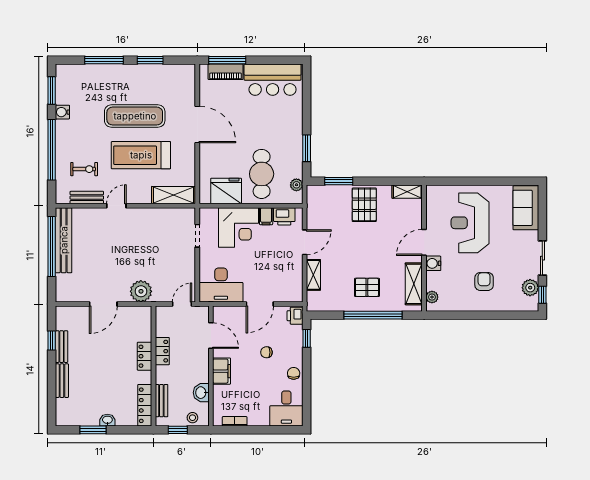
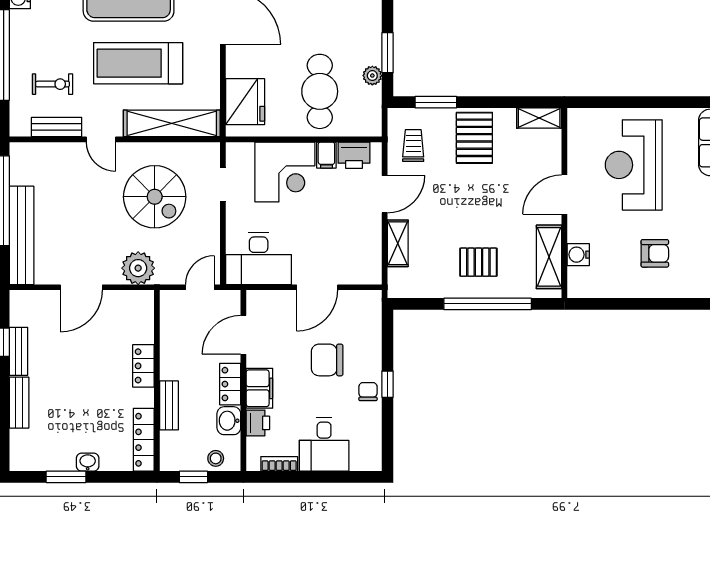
plant: (296, 185) -> (372, 76), moved
fridge: (226, 191) -> (245, 102), moved, turned 90
shelving: (174, 195) -> (172, 123), width x1.47
door: (116, 206) -> (101, 139), swing flipped
trolley: (324, 210) -> (413, 146), added
bench: (64, 240) -> (22, 235), moved
spiral stairs: (152, 244) -> (155, 197), added
water cooler: (433, 263) -> (578, 255), moved
armchair: (484, 281) -> (655, 253), turned 90
plant: (432, 297) -> (576, 277), removed
printer: (295, 316) -> (258, 423), moved, turned 180
door: (211, 336) -> (243, 335), swing flipped
window: (307, 338) -> (388, 384), moved
locker: (162, 351) -> (230, 384), moved, turned 180
chair: (266, 352) -> (327, 360), width x1.87, depth x1.87
bench: (161, 401) -> (169, 405), moved
desk: (286, 408) -> (324, 445), moved

